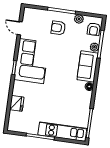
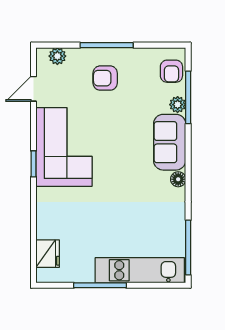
plant: (79, 19) -> (57, 56), moved
door: (20, 28) -> (34, 89), hinge flipped
fridge: (17, 103) -> (48, 254), moved

